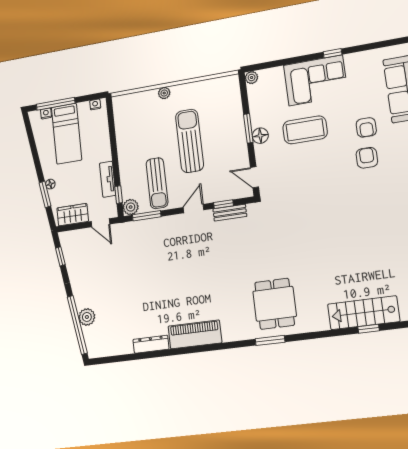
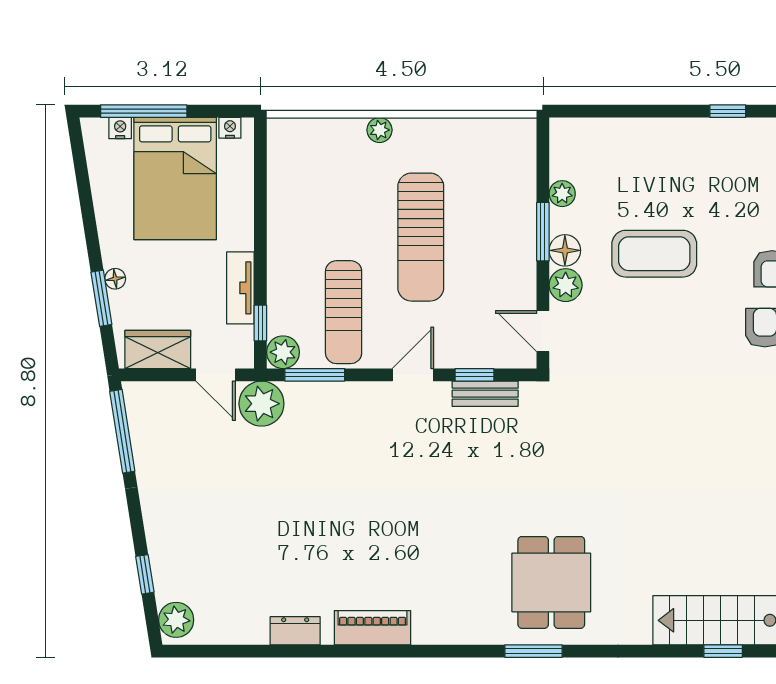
plant: (252, 78) -> (562, 194), moved
corner sofa: (316, 80) -> (688, 159), removed
bed: (67, 134) -> (175, 178), width x1.50
sun lounger: (190, 141) -> (421, 237), turned 180
plant: (263, 153) -> (566, 285), added
plant: (123, 234) -> (261, 404), added
window: (60, 256) -> (122, 431), width x2.17
plant: (87, 317) -> (176, 620), moved
window: (77, 325) -> (145, 574), width x0.32
piano: (195, 334) -> (373, 628), width x0.73, depth x0.75
dresser: (151, 344) -> (295, 631), width x0.70

